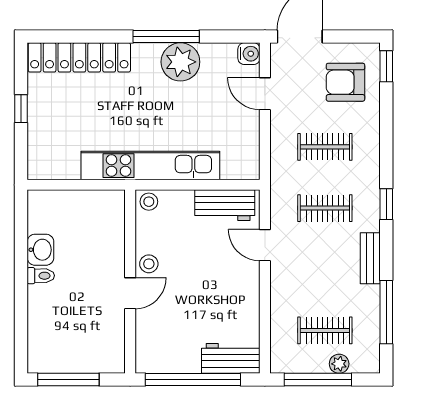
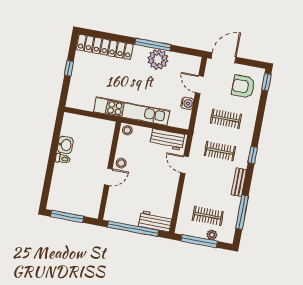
water cooler: (249, 54) -> (187, 103), moved

